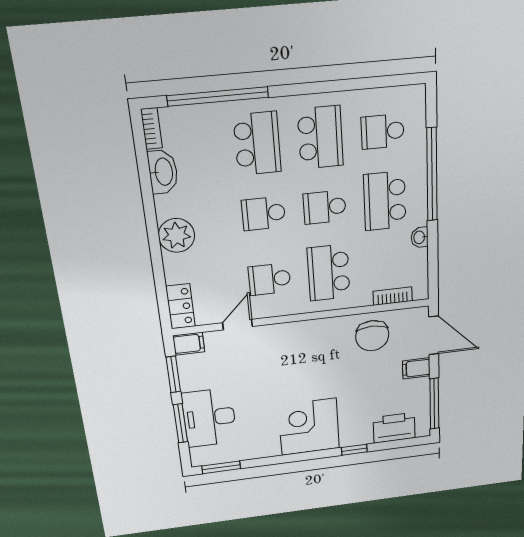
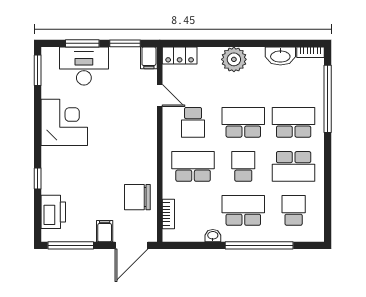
school desk: (257, 144) -> (294, 122), turned 180
school desk: (264, 214) -> (243, 122), width x1.85
school desk: (270, 279) -> (193, 122), turned 180
corner desk: (309, 427) -> (64, 122), moved

